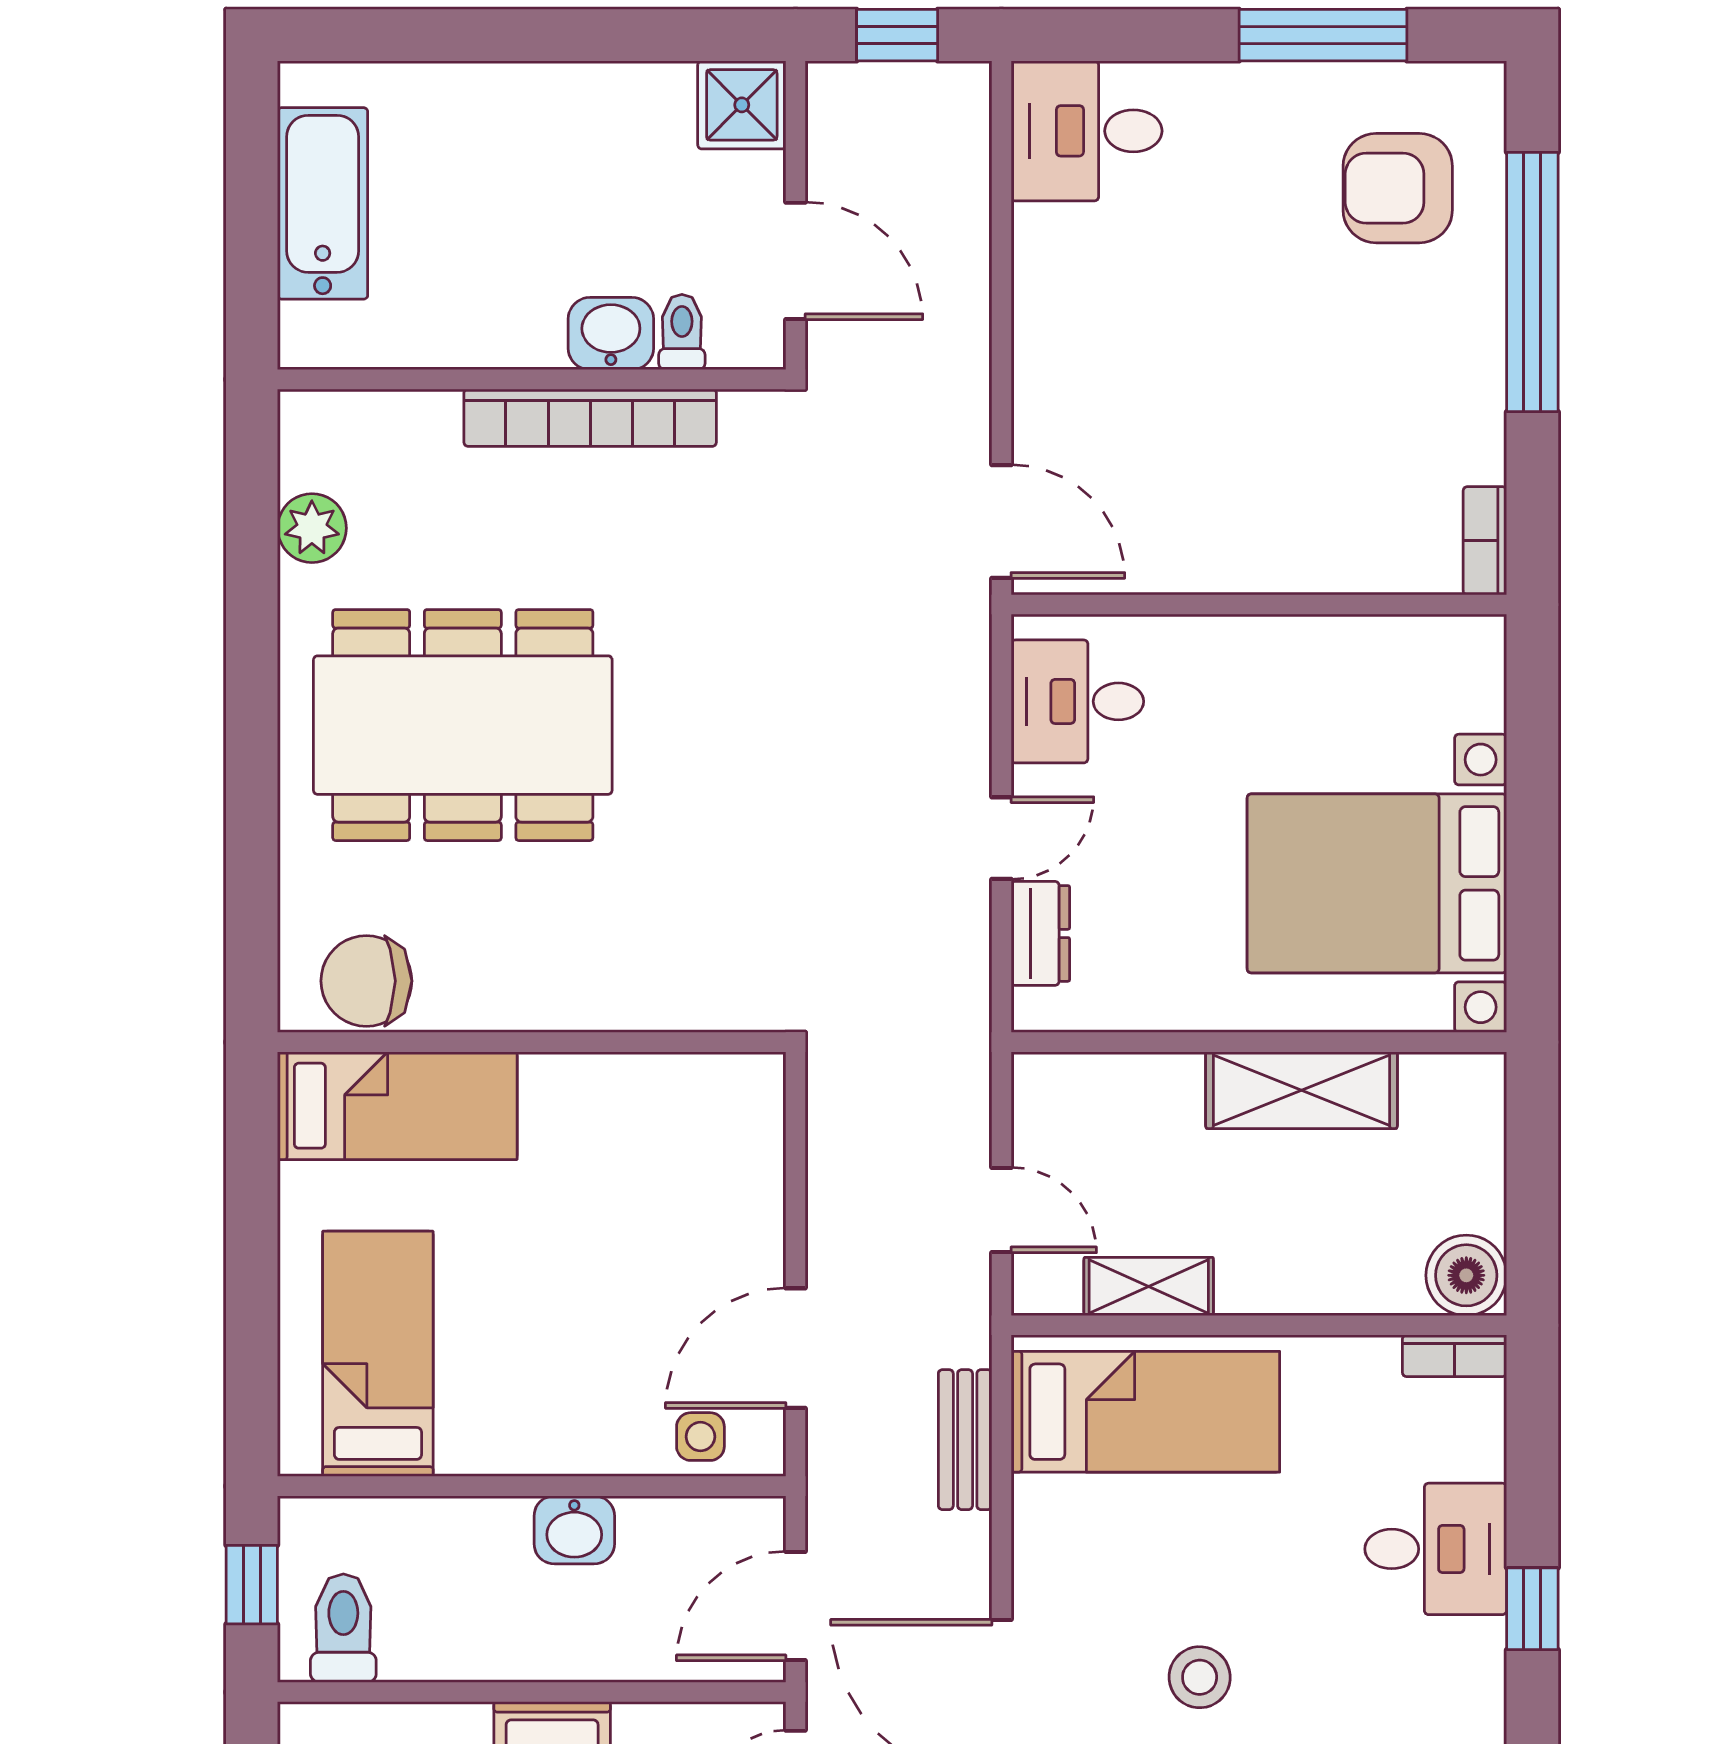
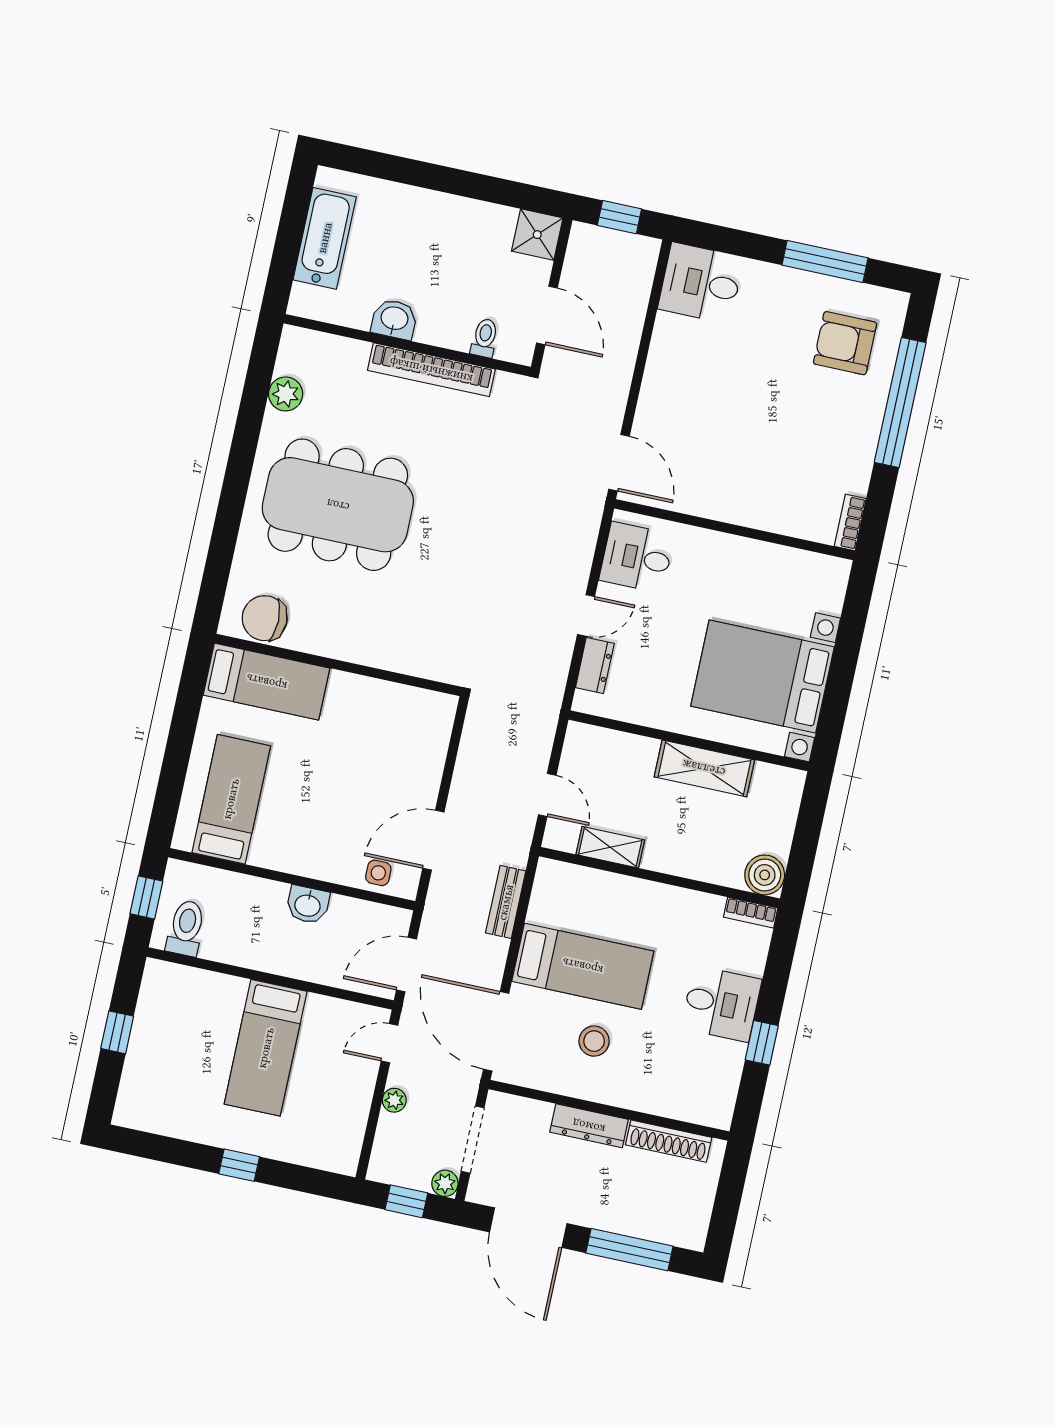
washbasin: (611, 334) -> (394, 319), moved
bed: (1145, 1412) -> (583, 966), moved

